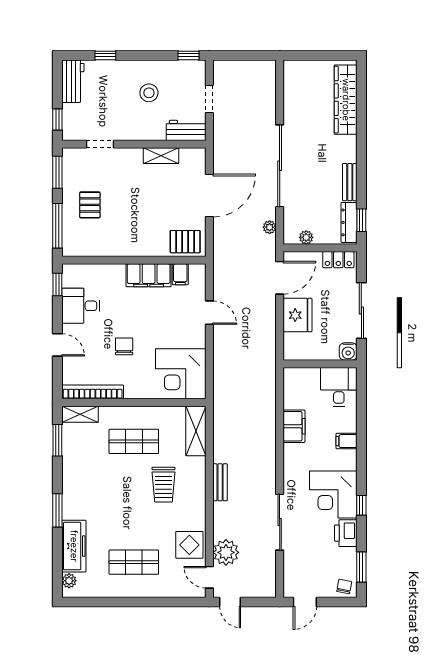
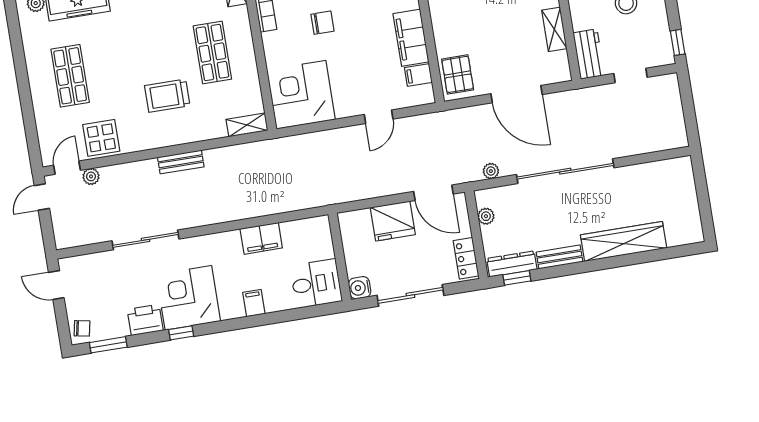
wardrobe: (346, 100) -> (624, 241), moved
shelving: (196, 431) -> (247, 125), width x0.67, depth x0.75
plant: (226, 552) -> (91, 176), width x0.53, depth x0.53

